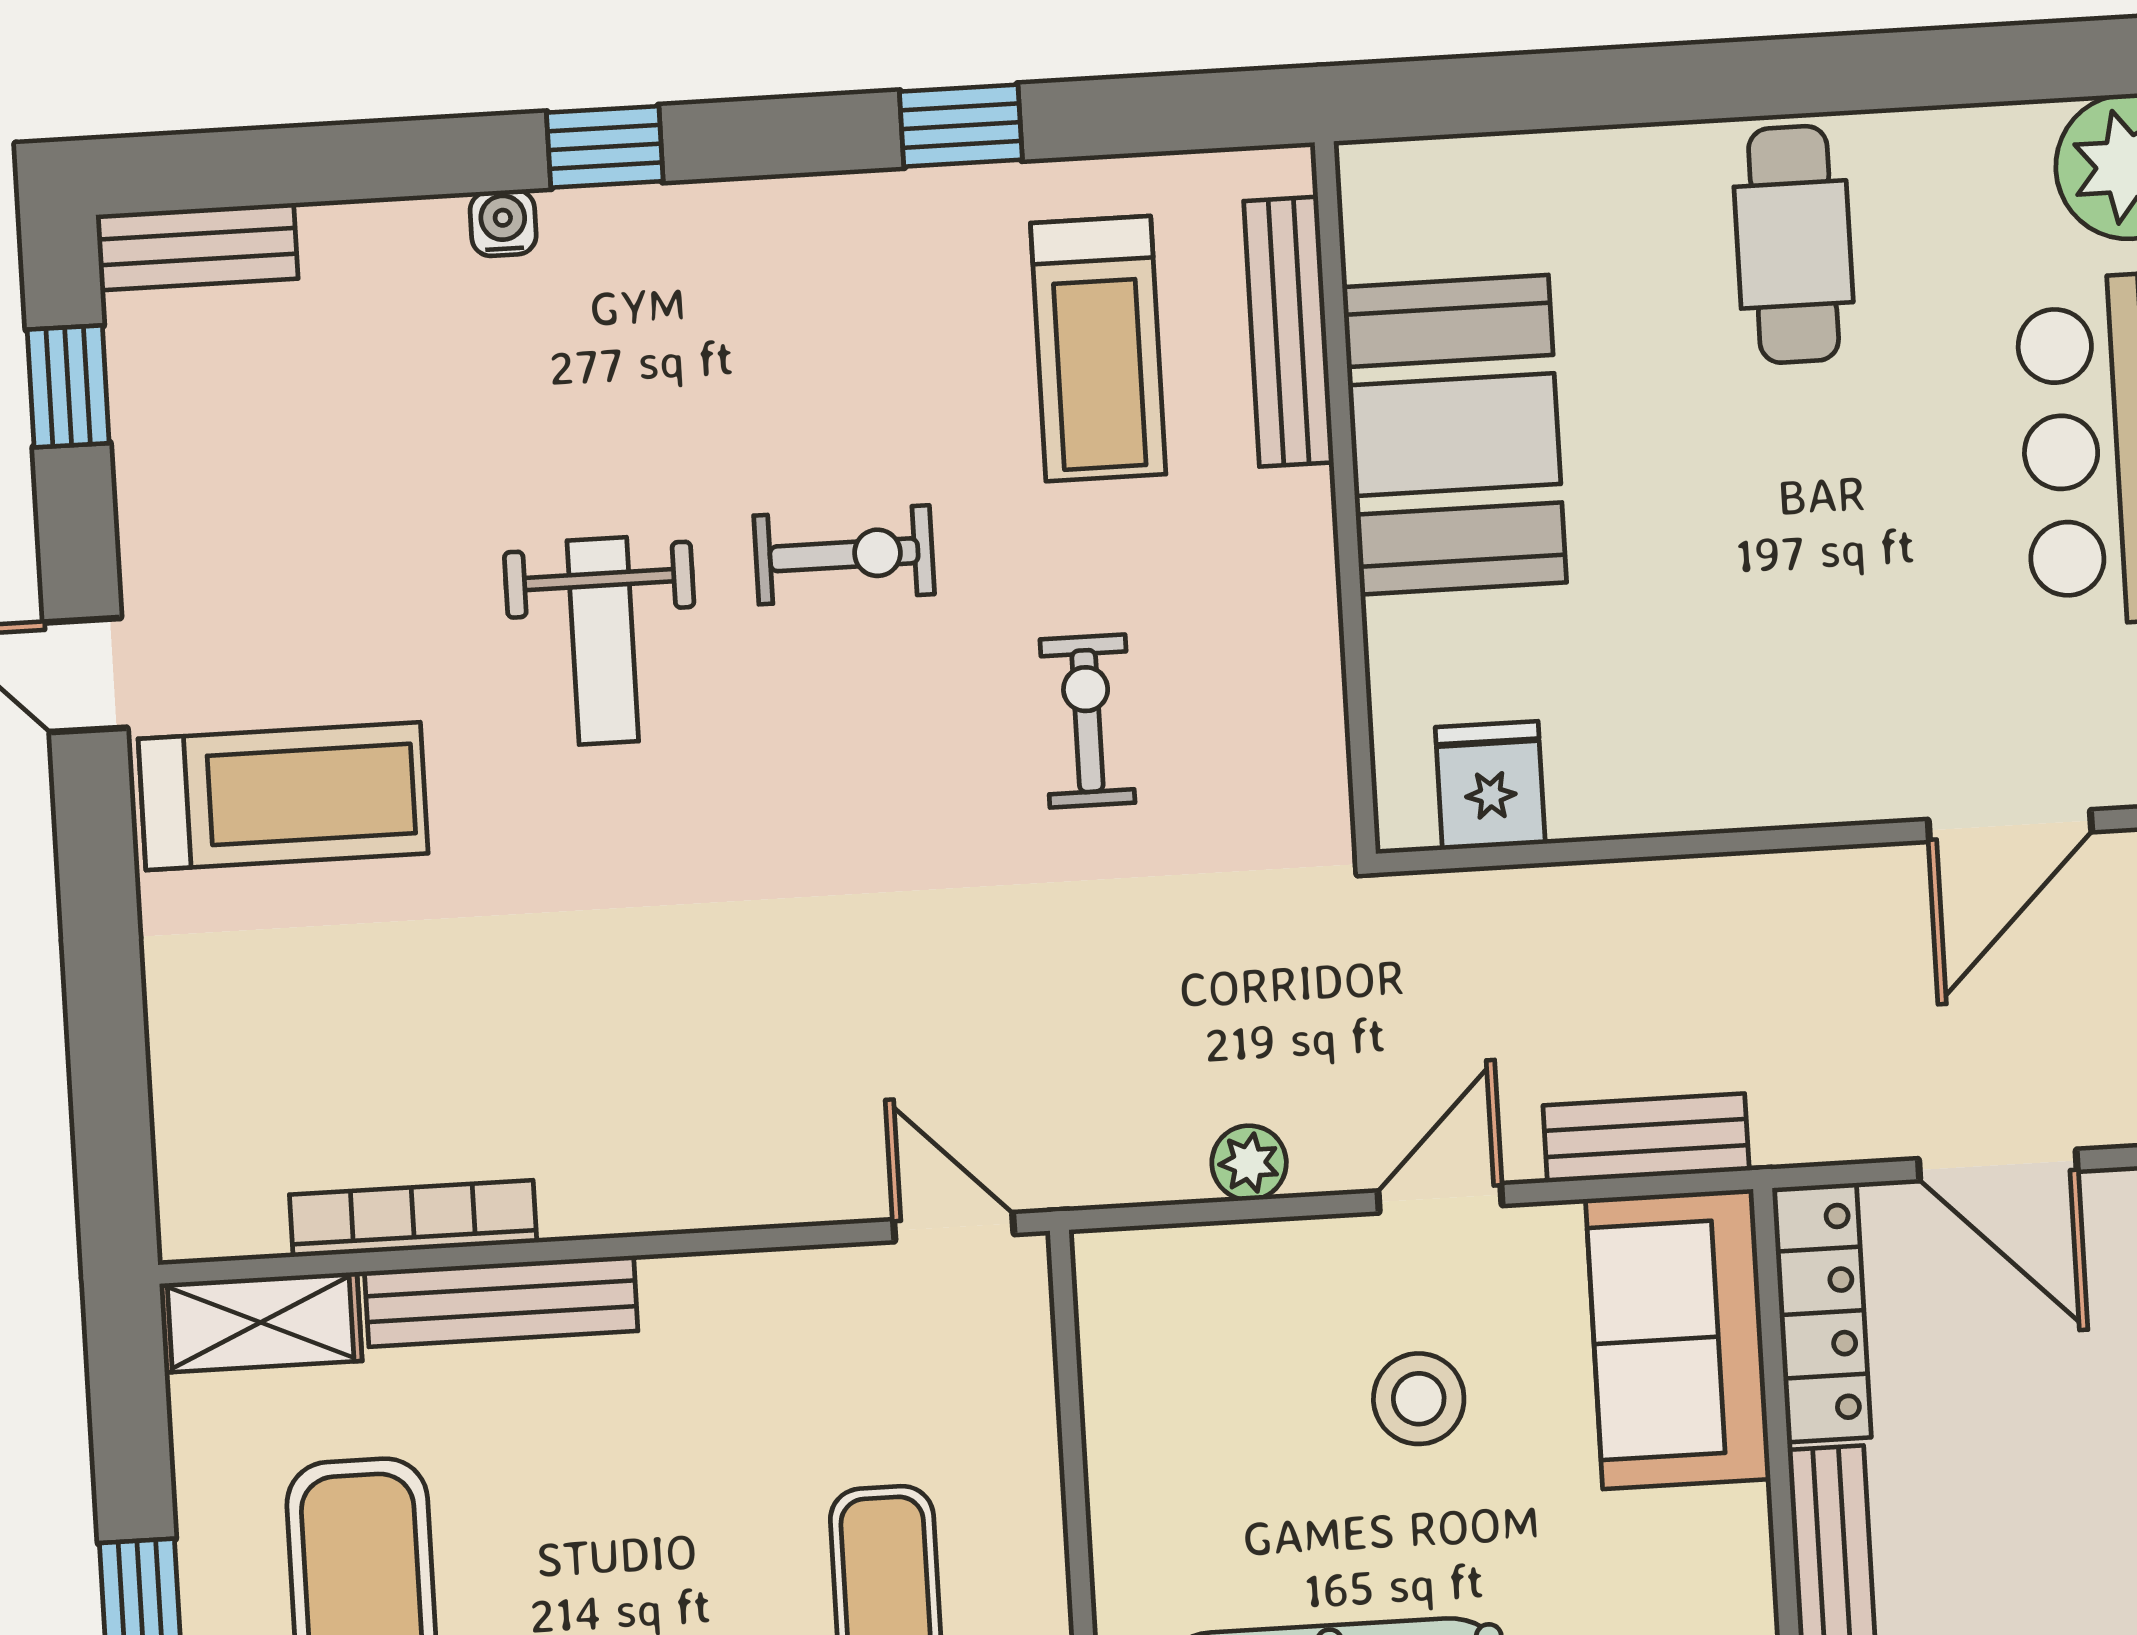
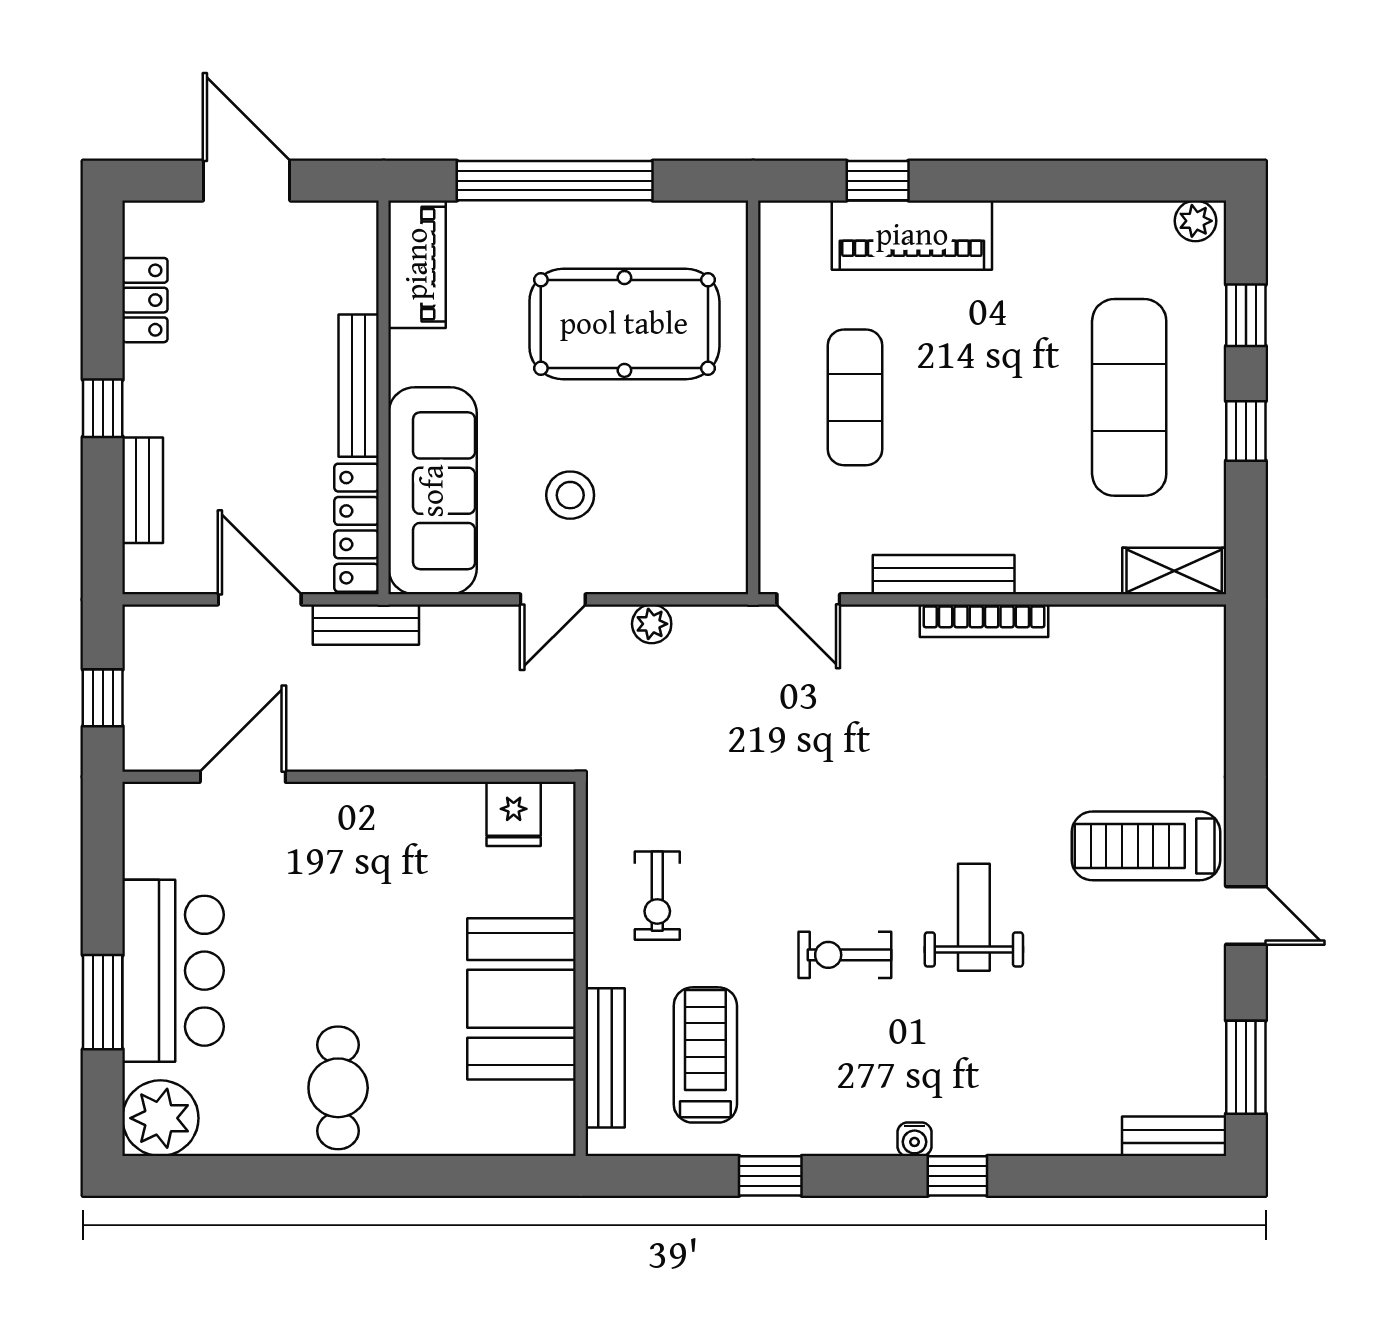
water cooler: (503, 223) -> (914, 1139), moved
window: (68, 386) -> (1246, 1067), width x1.50
exercise bike: (1088, 721) -> (657, 896), moved
bench: (1646, 1138) -> (366, 625), moved
bookcase: (413, 1219) -> (984, 621), moved
bench: (501, 1301) -> (944, 575), moved
sofa: (1678, 1339) -> (433, 491), width x1.36

